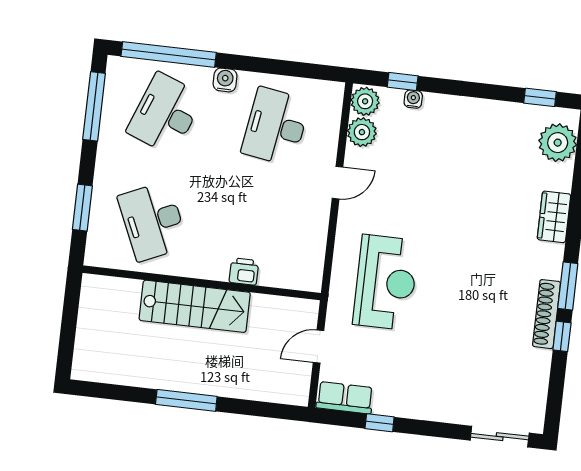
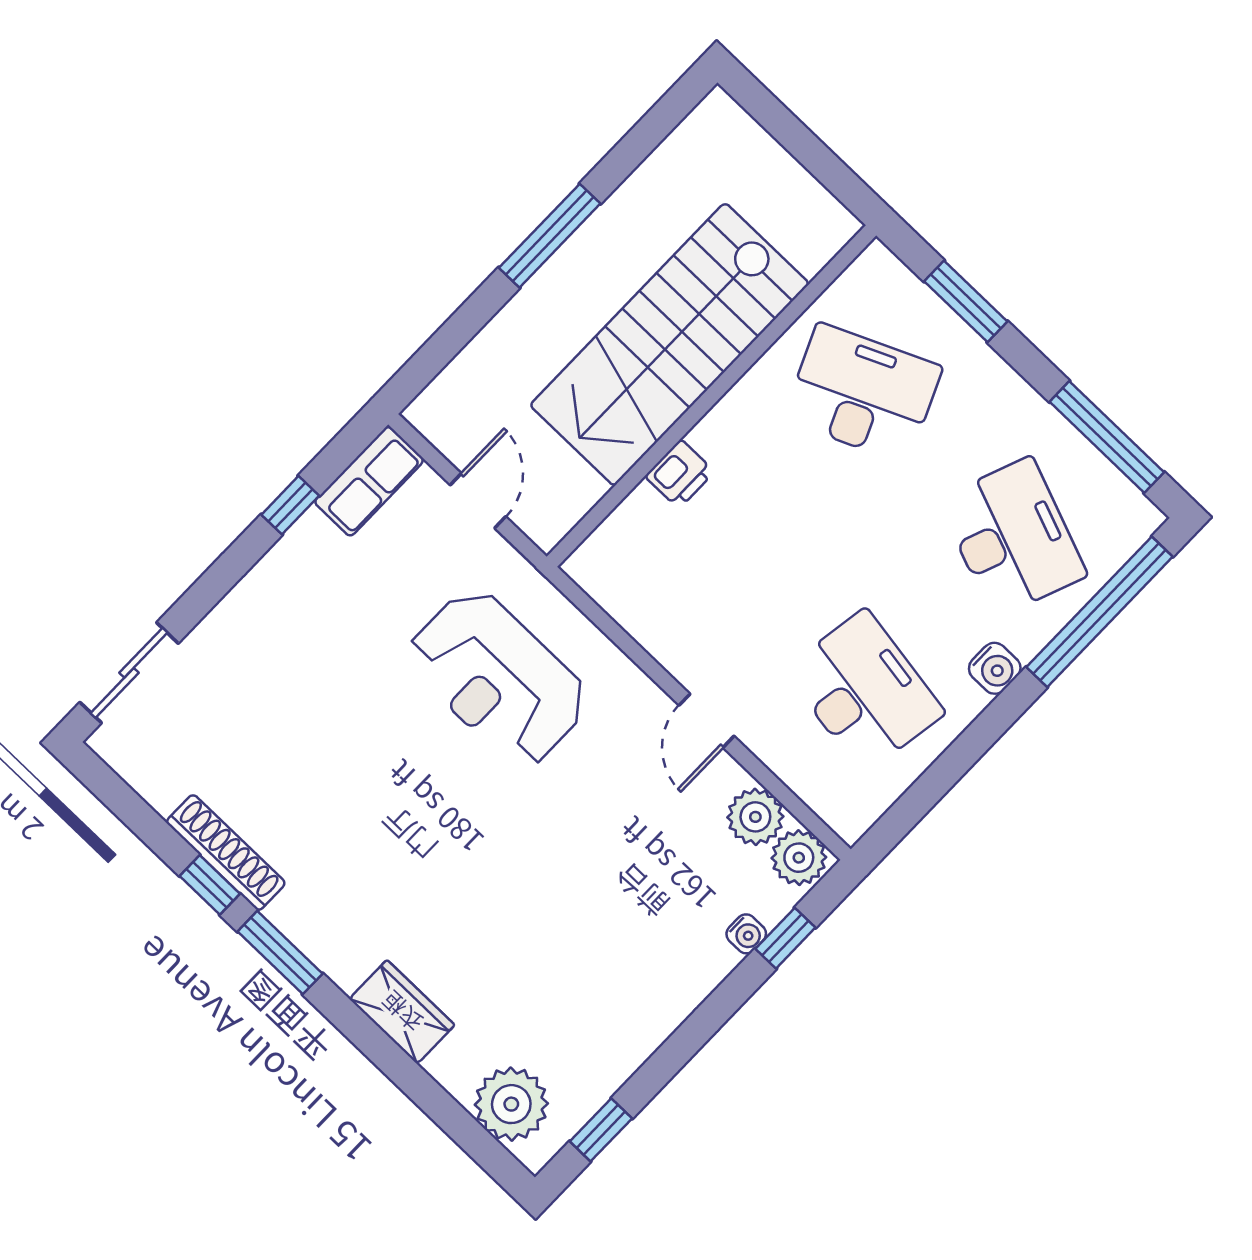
stairs: (195, 306) -> (670, 344), width x1.36, depth x1.51
shoe rack: (547, 314) -> (226, 853), moved

